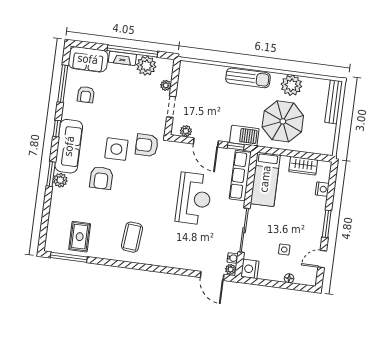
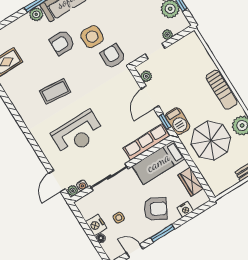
reception desk: (194, 199) -> (78, 133), moved
armchair: (302, 213) -> (155, 209), added
coffee table: (132, 237) -> (55, 92), moved
nightstand: (250, 269) -> (96, 225), moved, turned -90

